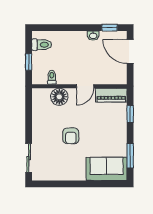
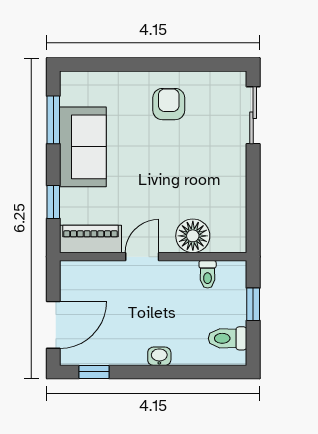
washbasin: (93, 36) -> (159, 356), moved
door: (130, 51) -> (53, 325), hinge flipped
armchair: (71, 136) -> (169, 104), moved
sofa: (107, 169) -> (83, 147), moved, turned -90

